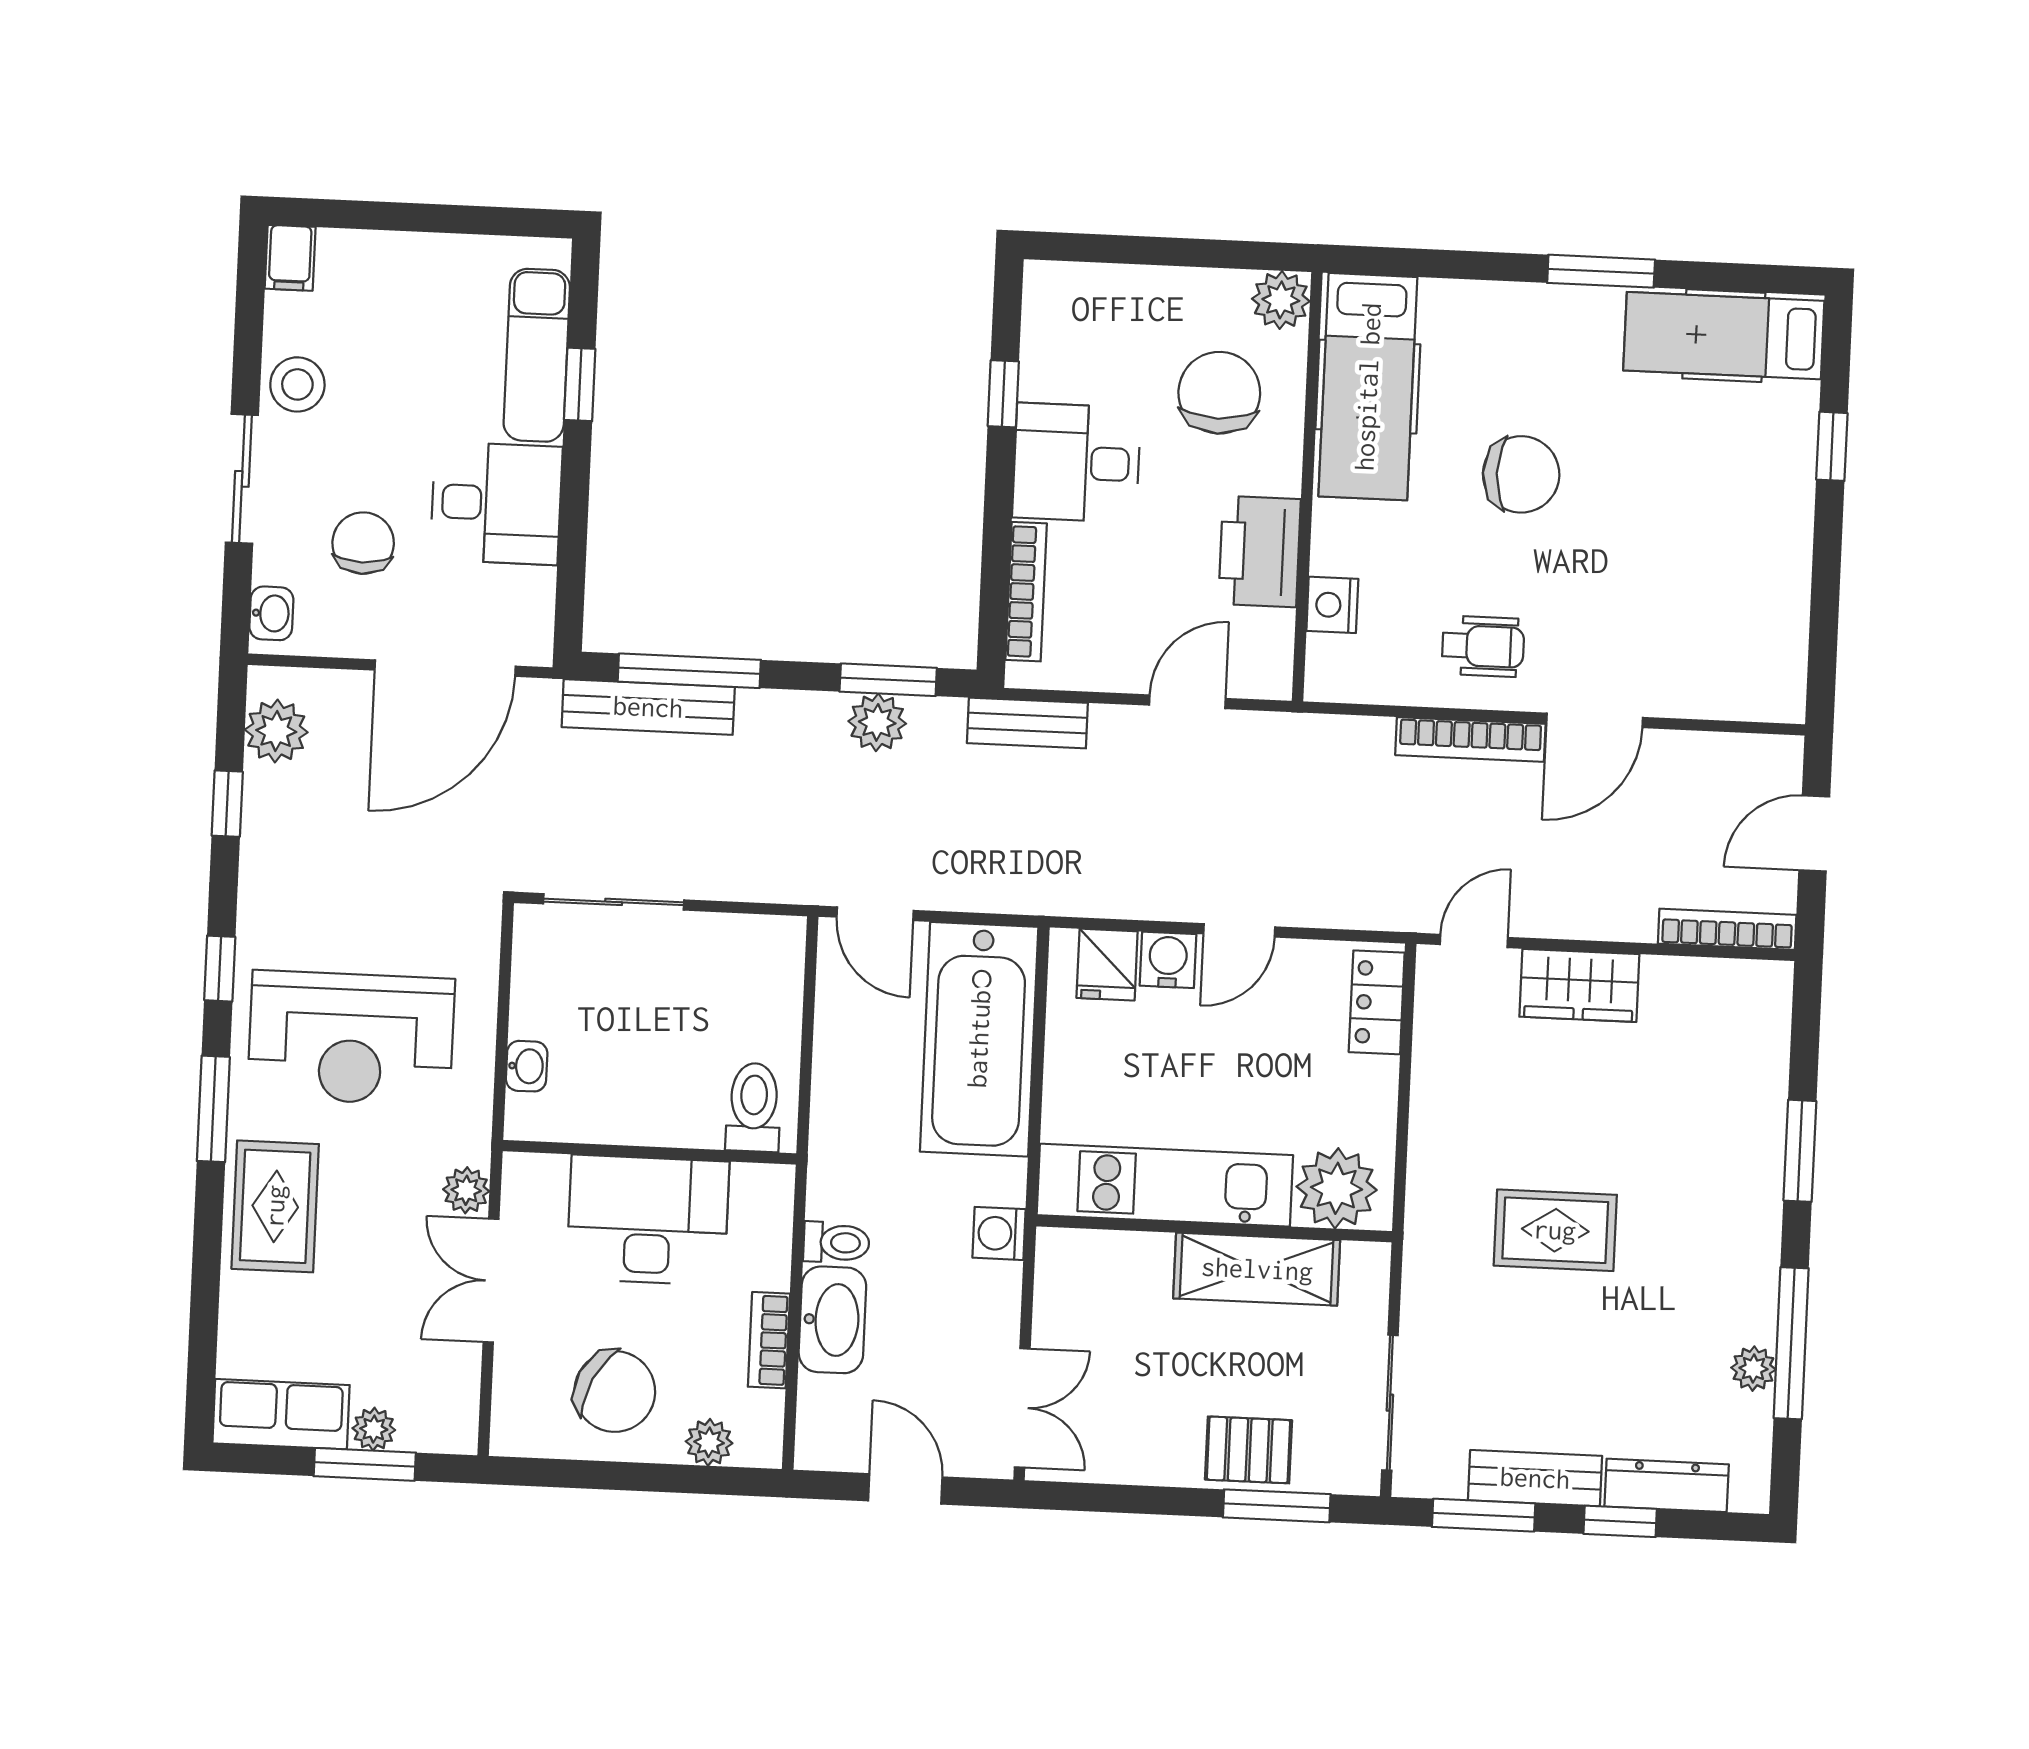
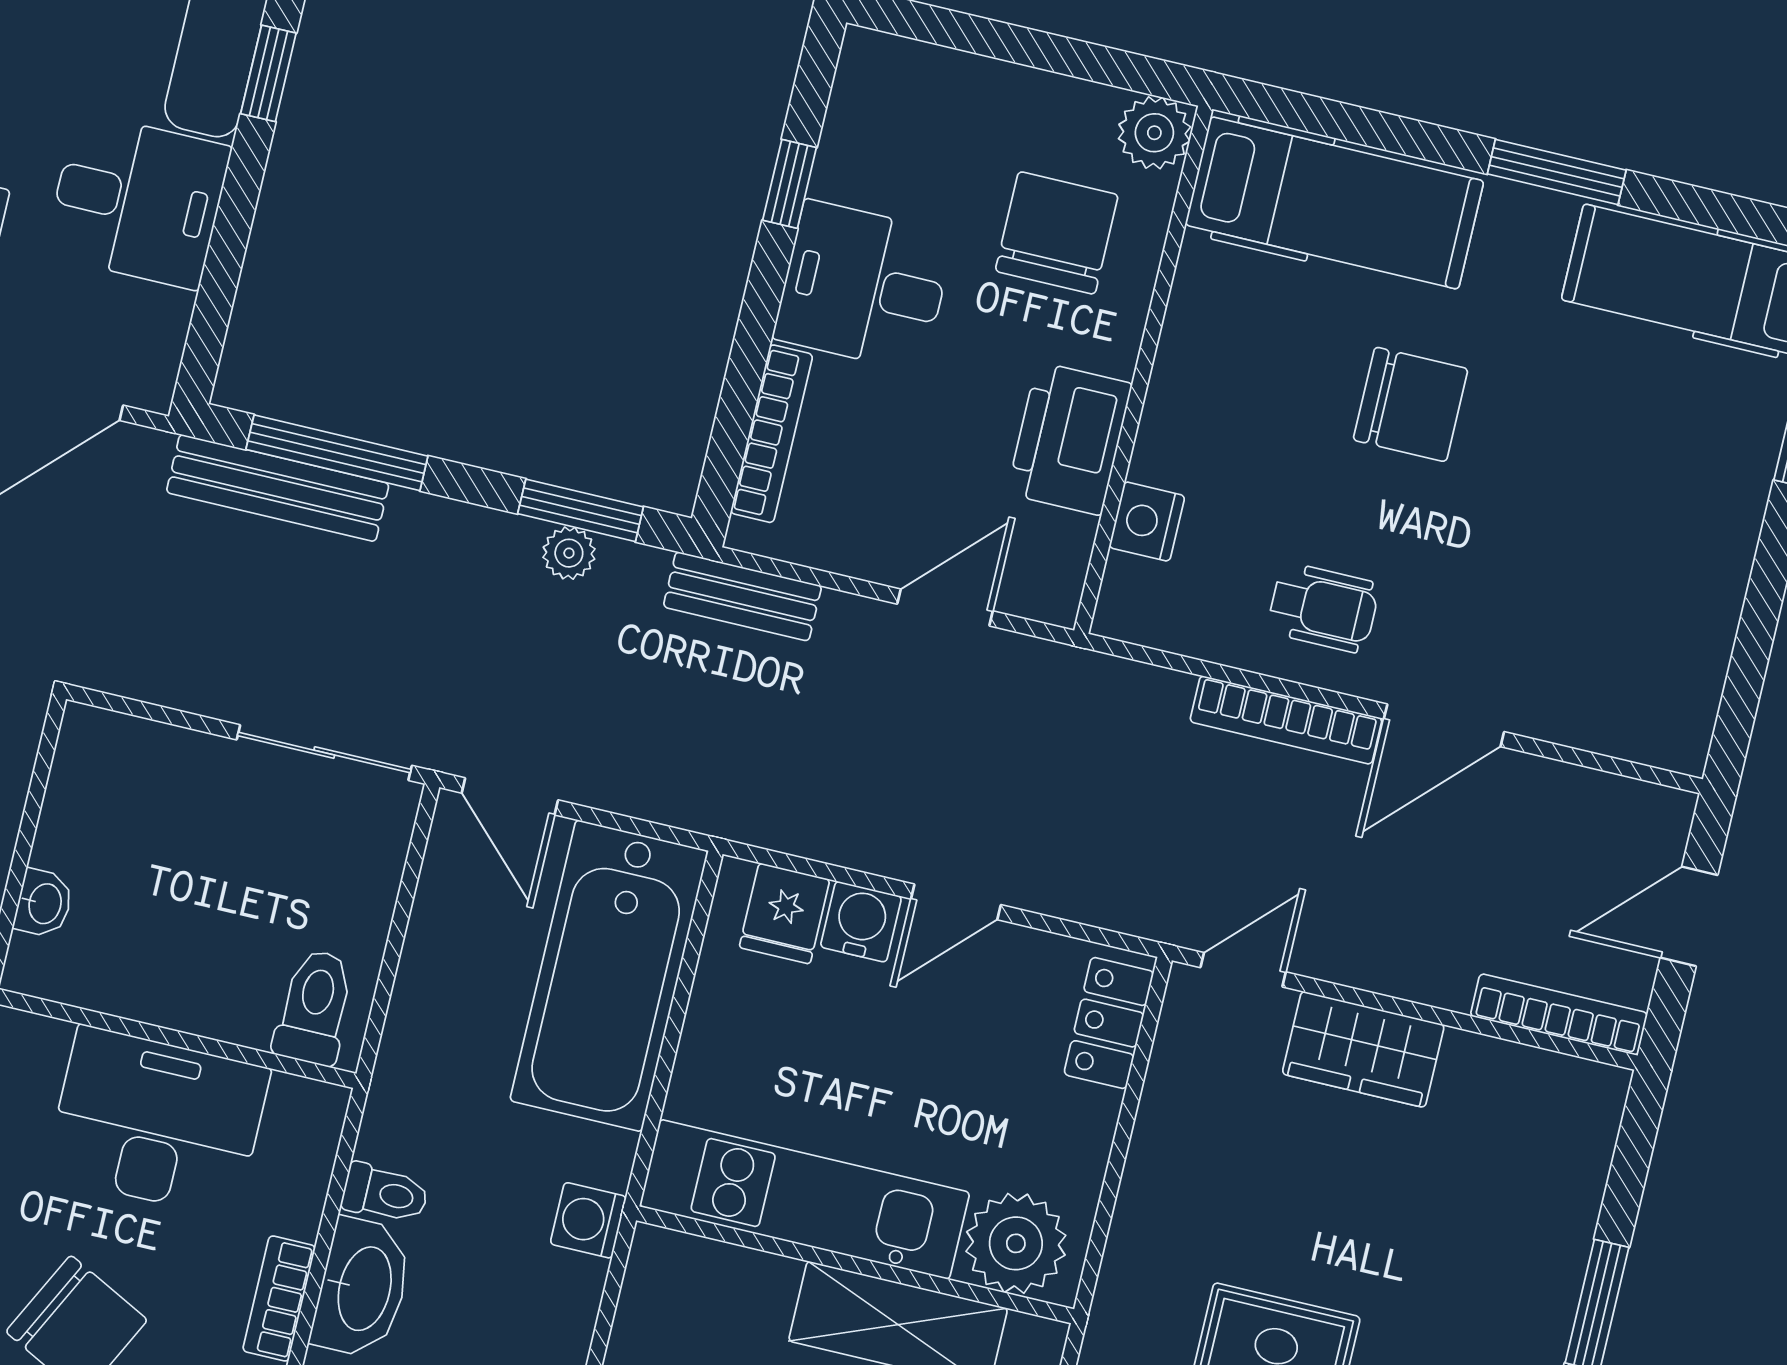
hospital bed: (1368, 387) -> (1334, 203), moved, turned -90
plant: (877, 722) -> (569, 553), width x0.73, depth x0.73
sliding door: (614, 902) -> (324, 753), moved

